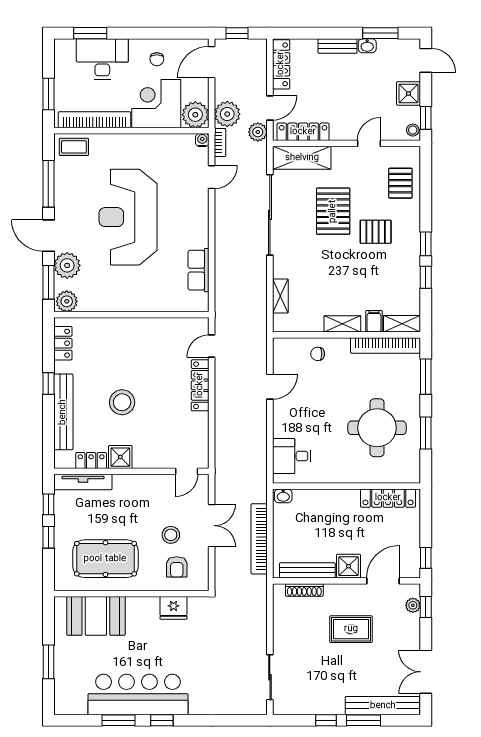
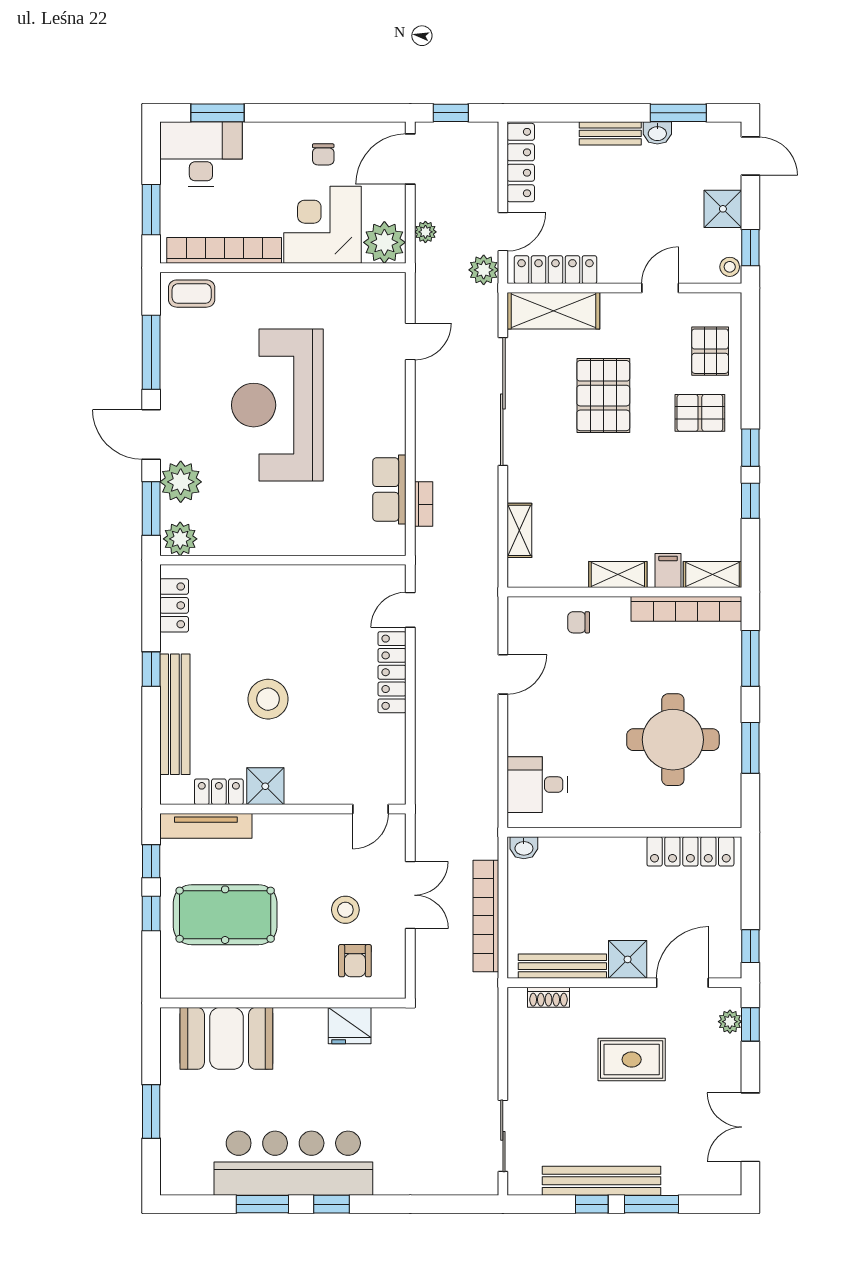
desk: (102, 59) -> (201, 154), moved
plant: (227, 114) -> (425, 232), width x0.53, depth x0.53
water cooler: (202, 140) -> (395, 283), removed
bookcase: (220, 142) -> (424, 504), moved
pallet: (376, 232) -> (700, 413), moved
pool table: (105, 559) -> (225, 915), moved
shoe rack: (304, 590) -> (549, 997), width x0.70
bench: (383, 706) -> (601, 1181), moved

